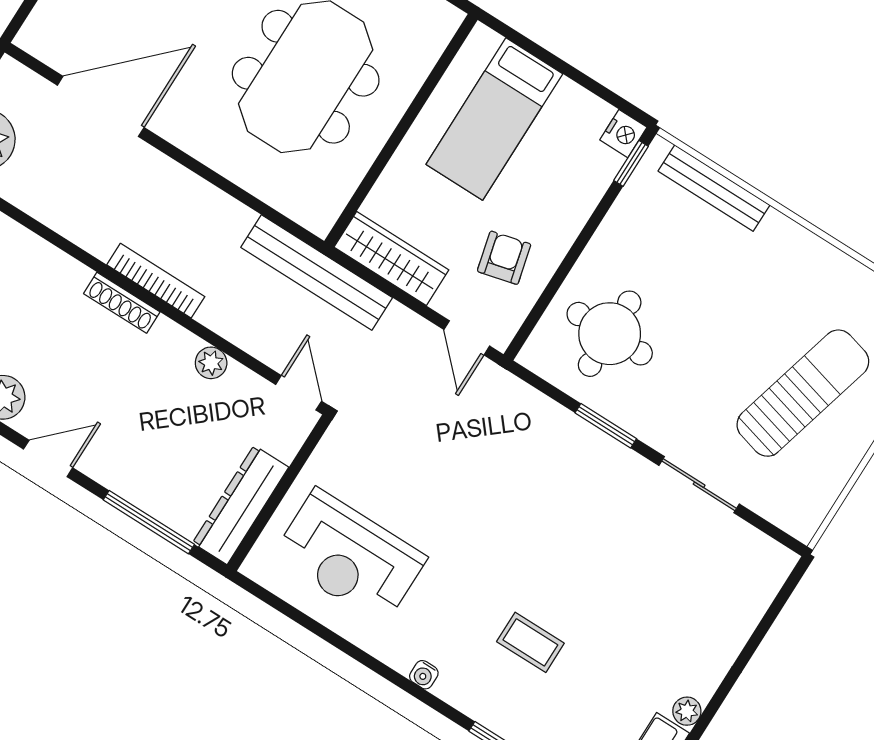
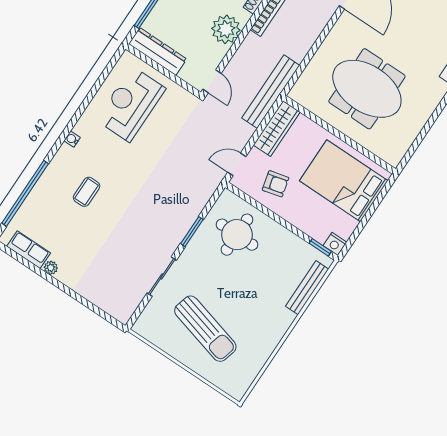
bed: (494, 119) -> (344, 181), width x1.50
plant: (211, 363) -> (226, 29), width x1.87, depth x1.87
door: (299, 393) -> (212, 81), hinge flipped

